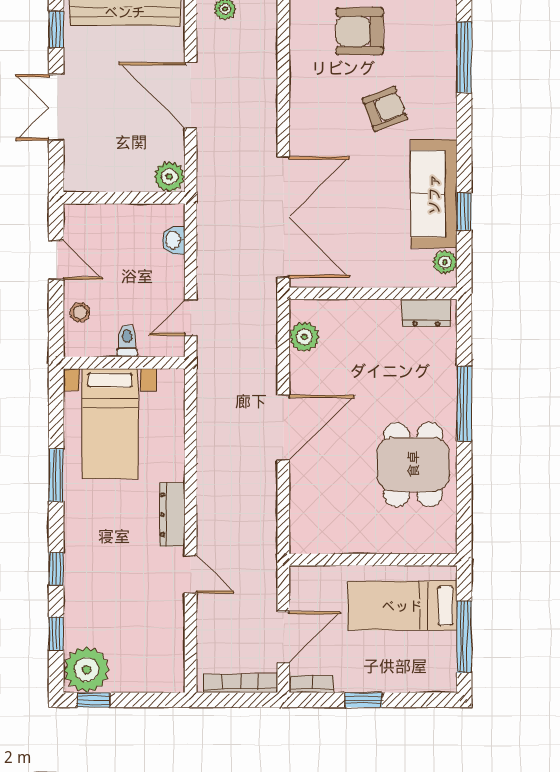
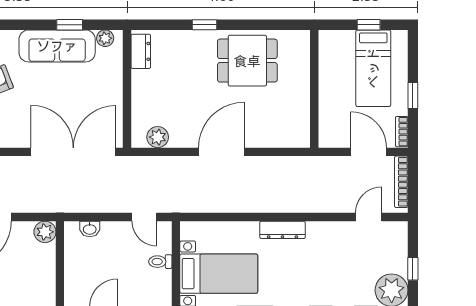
stool: (80, 312) -> (140, 295), removed
window: (464, 404) -> (205, 25), width x0.46
door: (283, 428) -> (221, 152), hinge flipped
door: (191, 575) -> (369, 217), moved
bed: (402, 606) -> (373, 68), moved
window: (464, 637) -> (369, 25), width x0.46
window: (94, 700) -> (413, 269), moved

